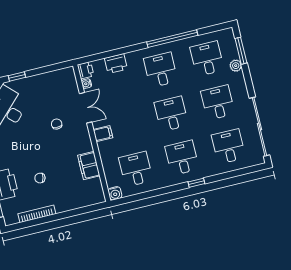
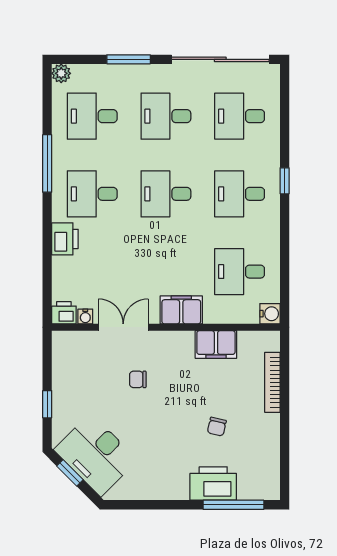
window: (172, 39) -> (47, 163), width x0.68
window: (241, 51) -> (129, 59), moved
printer: (116, 64) -> (65, 239), moved
plant: (236, 66) -> (61, 73), moved
window: (17, 76) -> (47, 404), moved
filing cabinet: (103, 134) -> (181, 310), width x2.00
bookcase: (37, 214) -> (272, 382), moved

